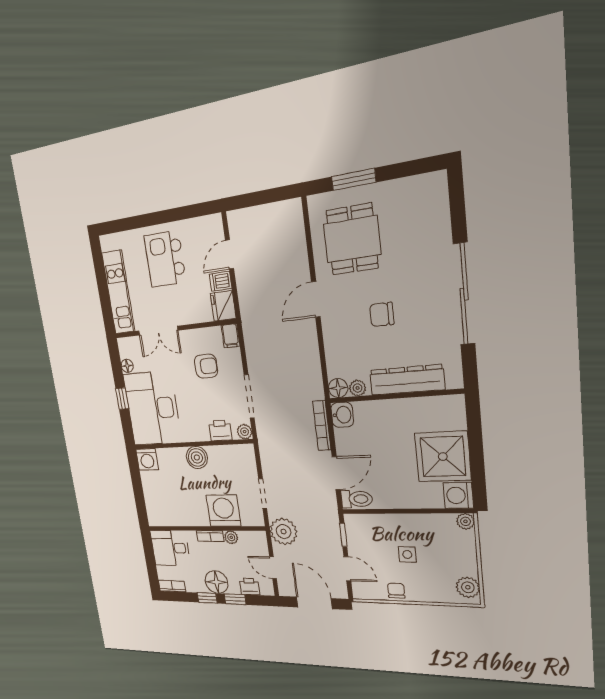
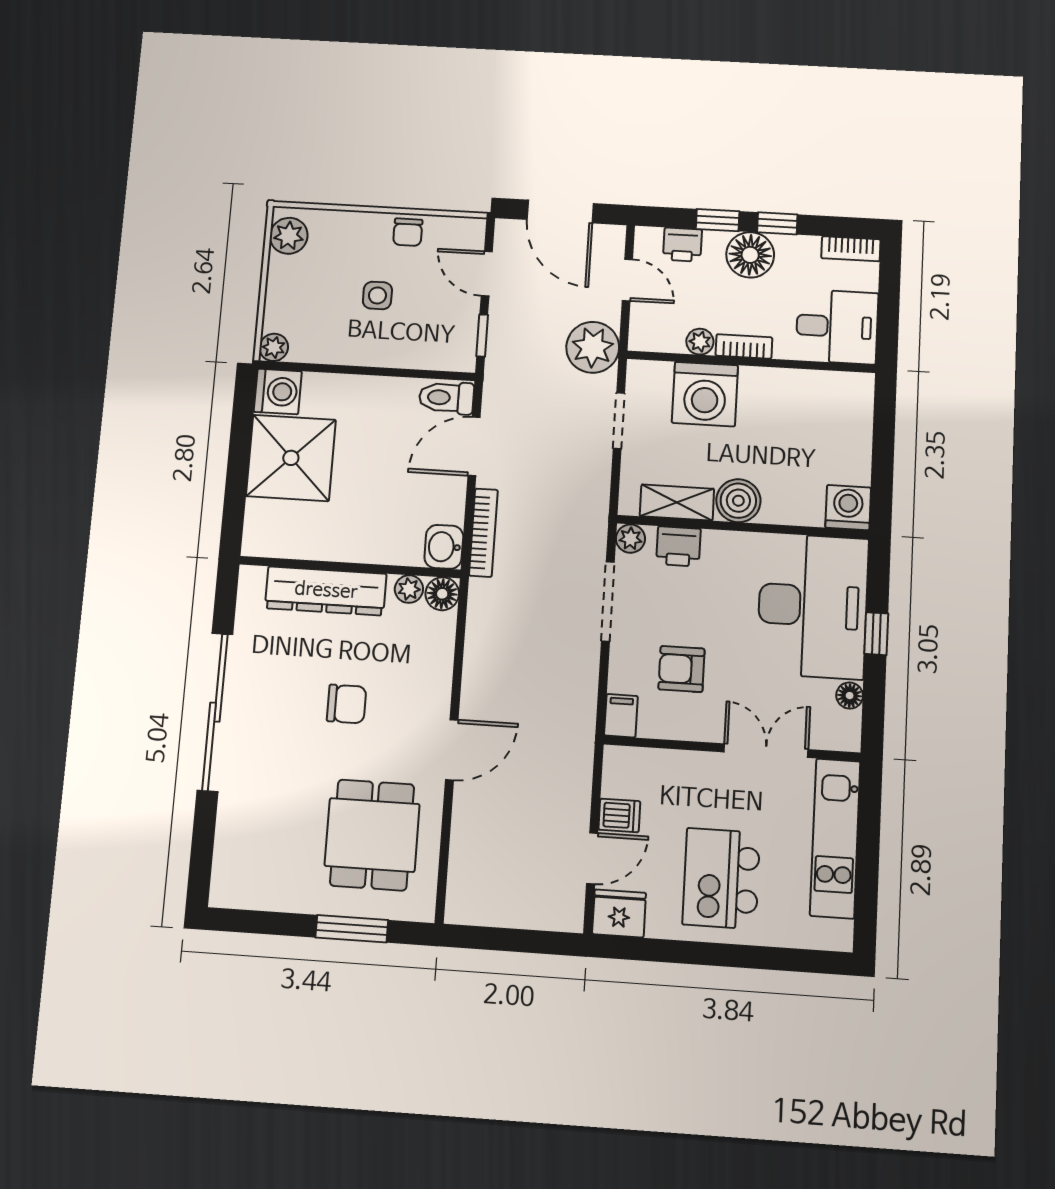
kitchen island: (165, 259) -> (721, 878), turned 180
fridge: (223, 306) -> (619, 913), moved, turned -90
shelving: (226, 453) -> (677, 502), added

